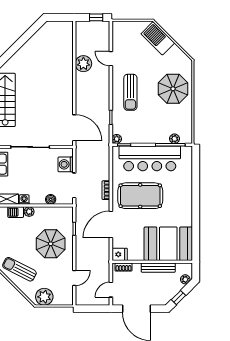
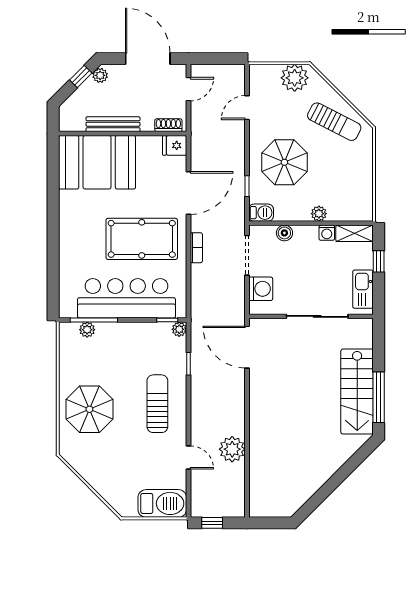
barbecue: (158, 38) -> (162, 503), moved, turned -45
barbecue: (16, 212) -> (261, 213), moved
plant: (185, 279) -> (100, 75), moved

